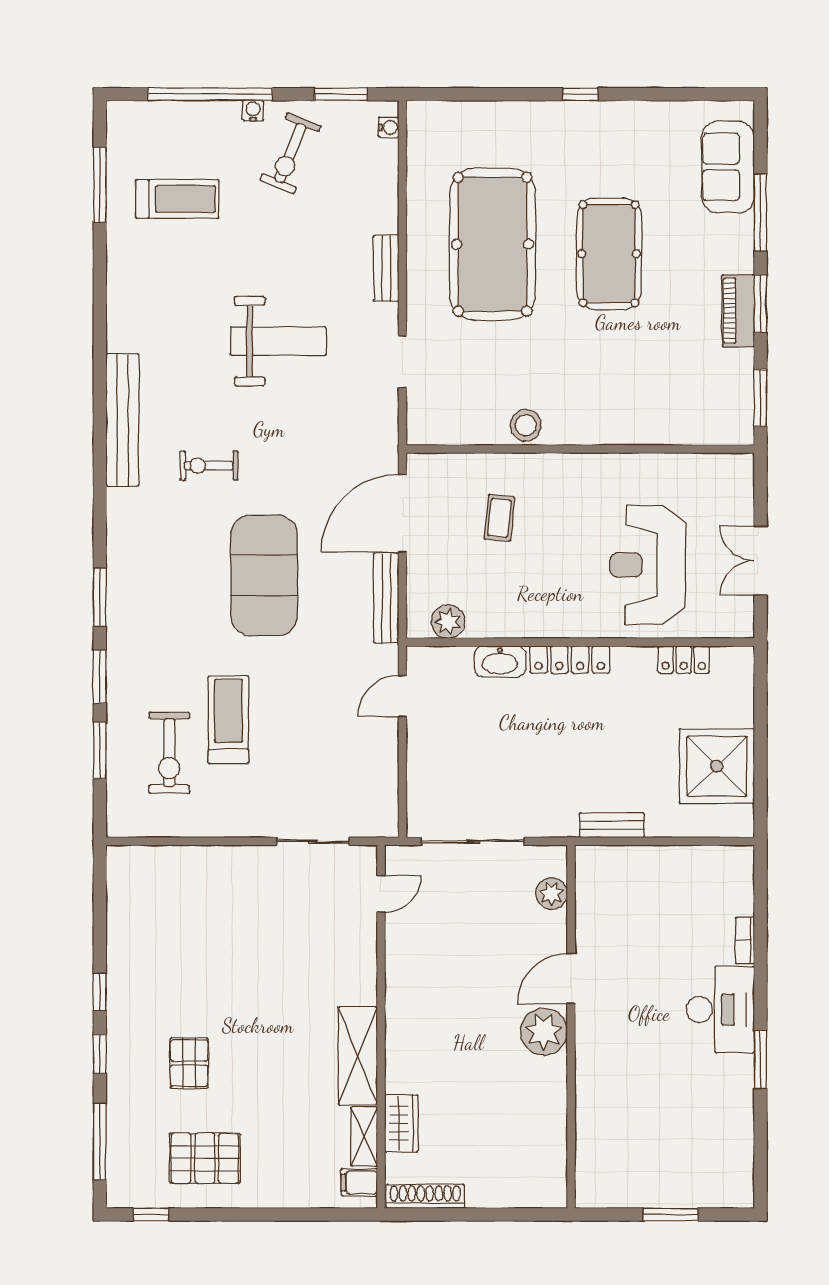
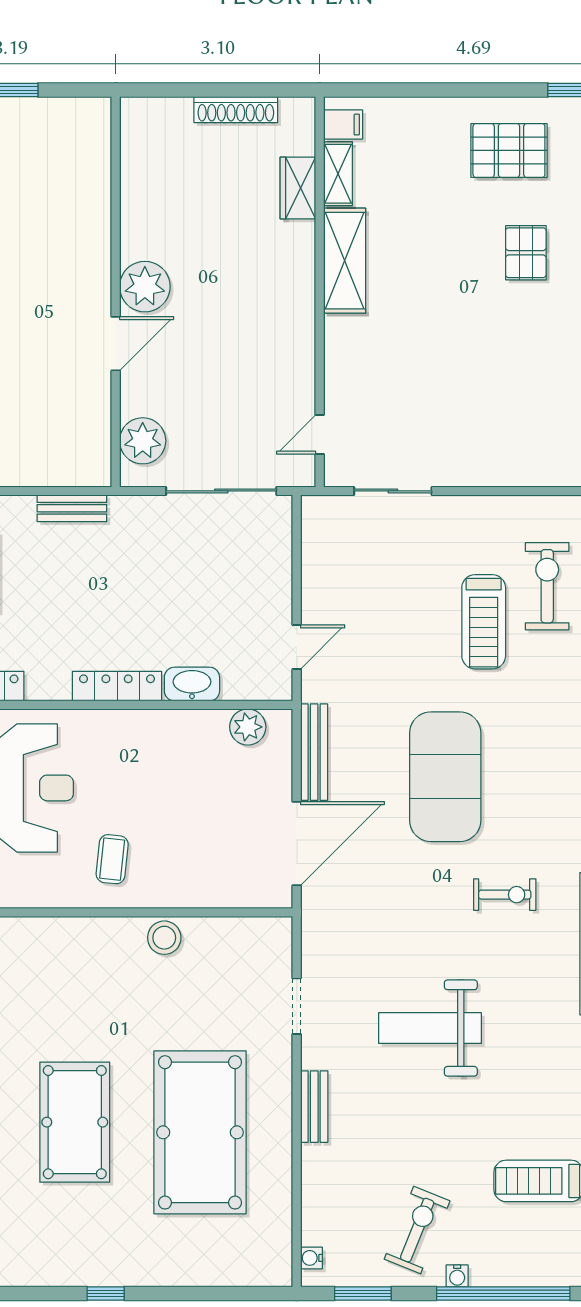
coffee table: (499, 518) -> (112, 859), moved
plant: (552, 894) -> (143, 441), width x1.36, depth x1.36
shoe rack: (425, 1196) -> (236, 110), moved

